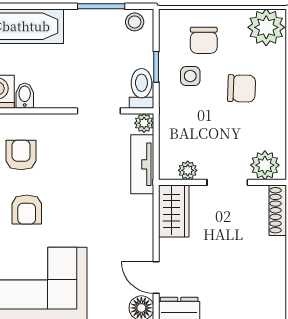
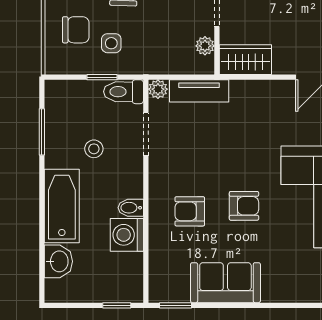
stool: (135, 22) -> (94, 149), moved

